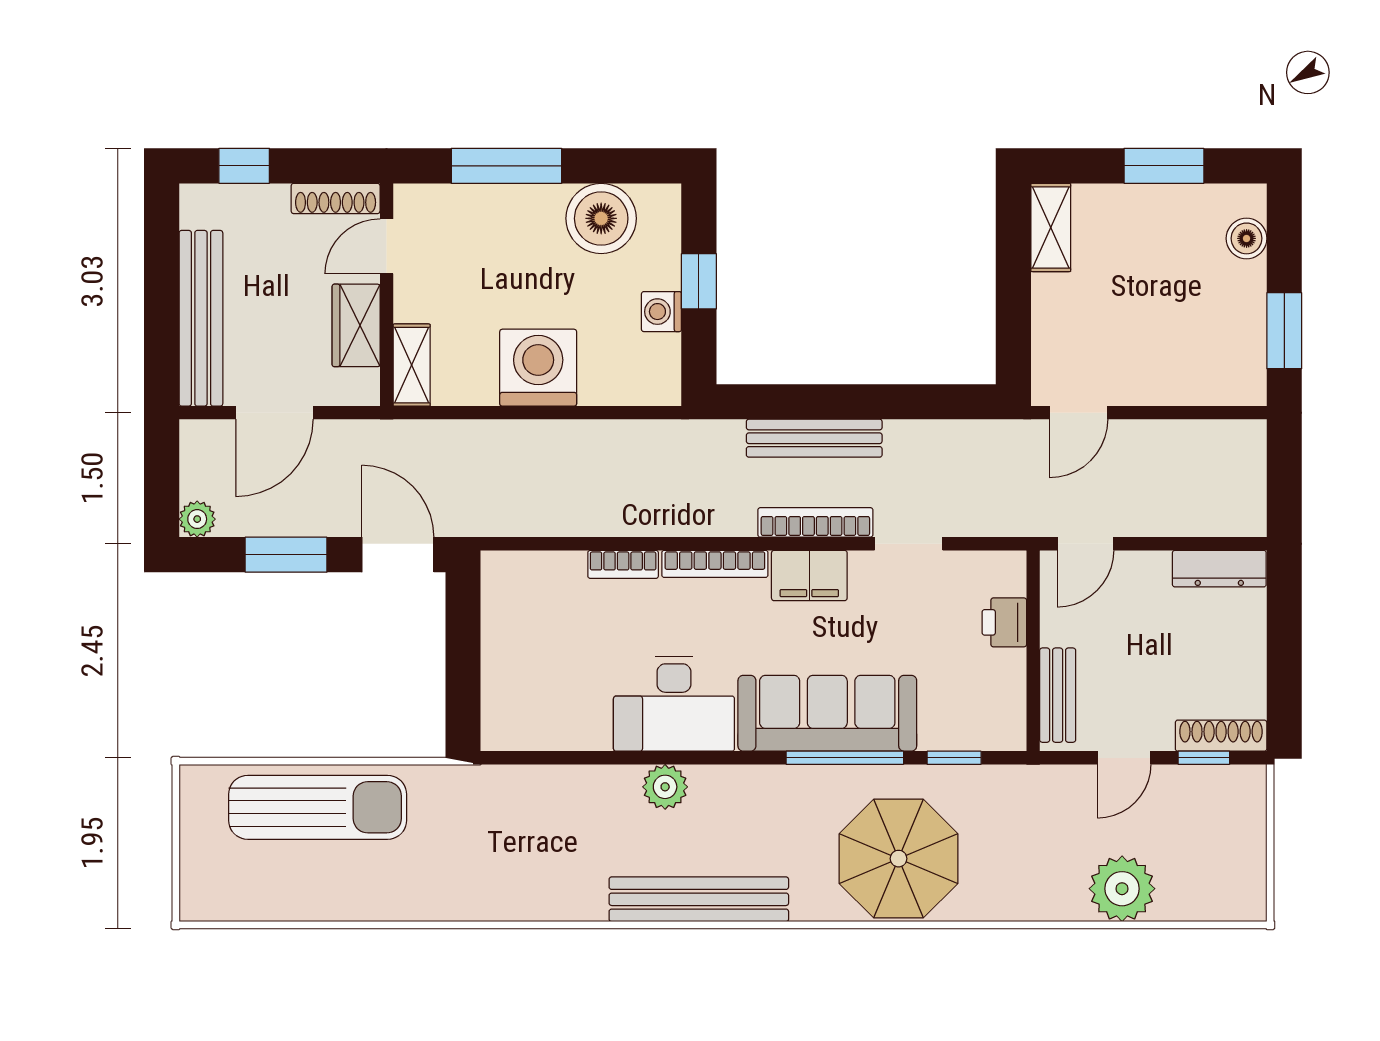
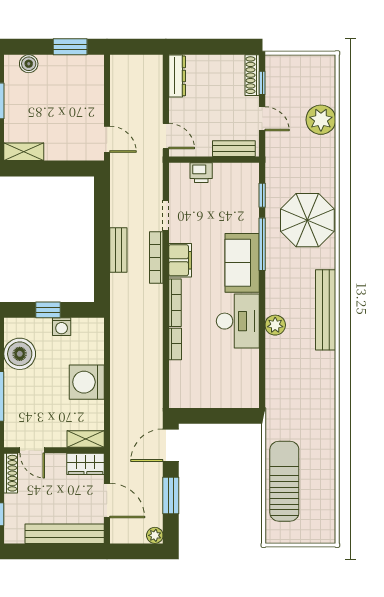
wardrobe: (356, 325) -> (85, 464), moved
bench: (814, 438) -> (118, 250), width x0.73
sofa: (827, 713) -> (242, 263), width x0.73

